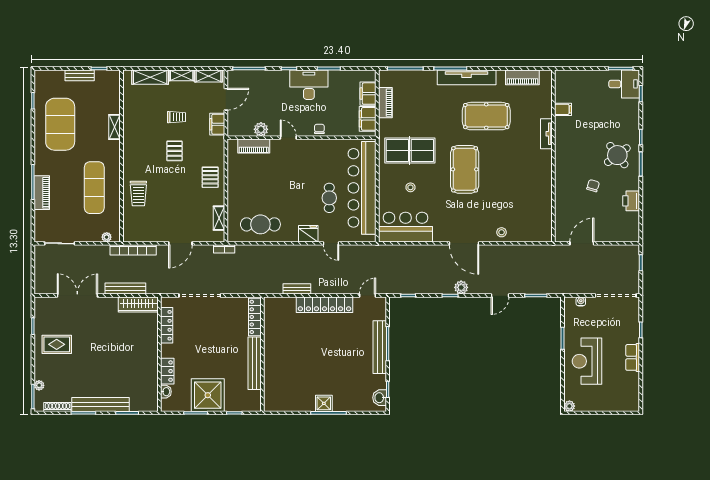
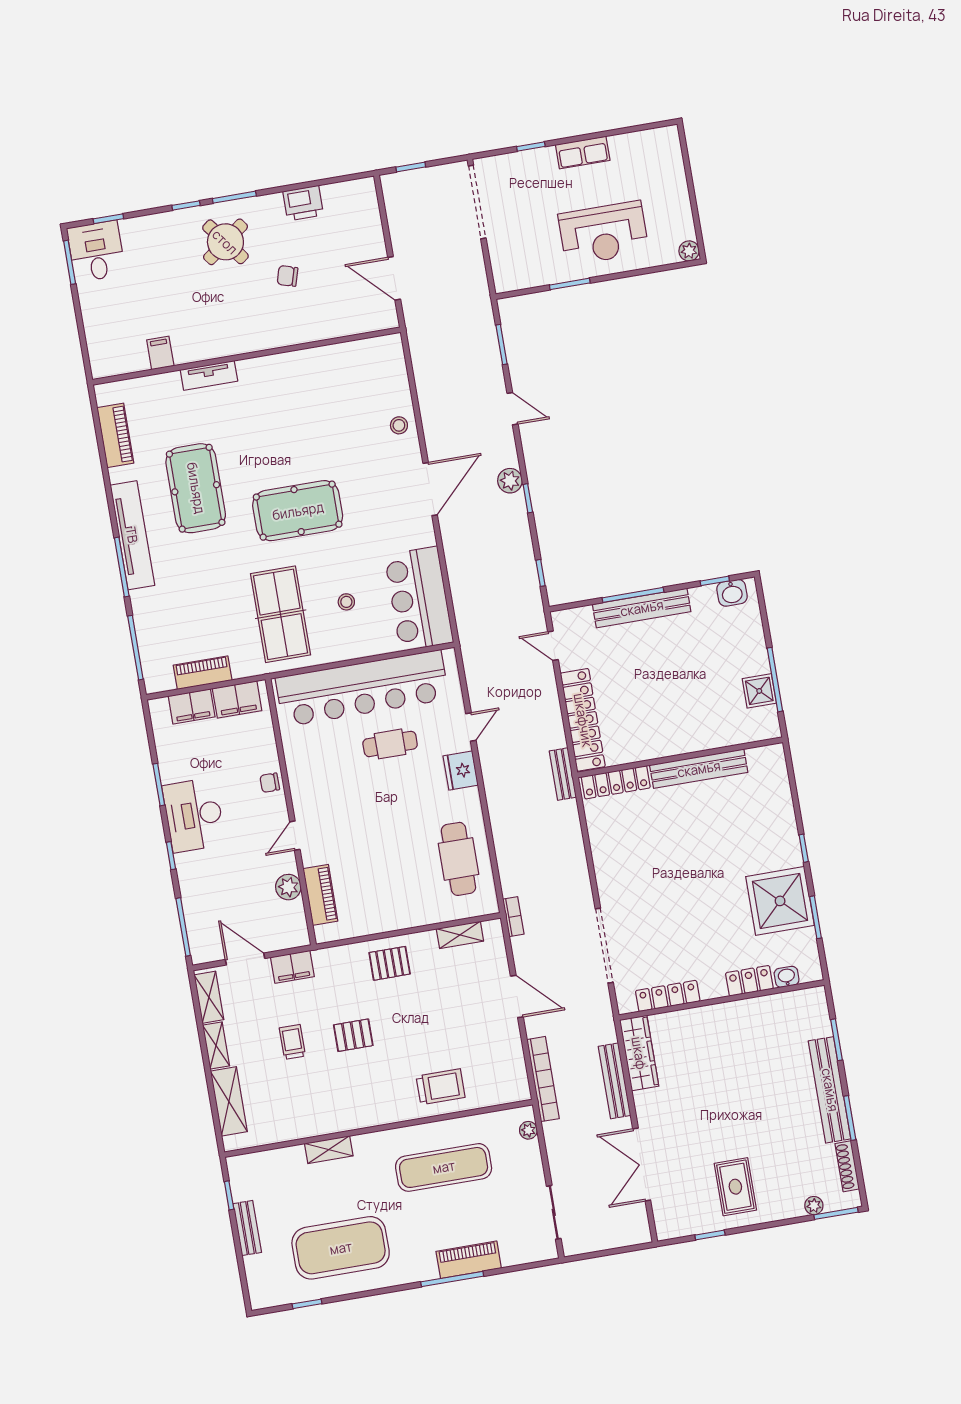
water cooler: (581, 301) -> (498, 262), removed
locker: (255, 317) -> (616, 782), moved
wall: (262, 354) -> (680, 757), moved
bench: (255, 363) -> (699, 769), moved

